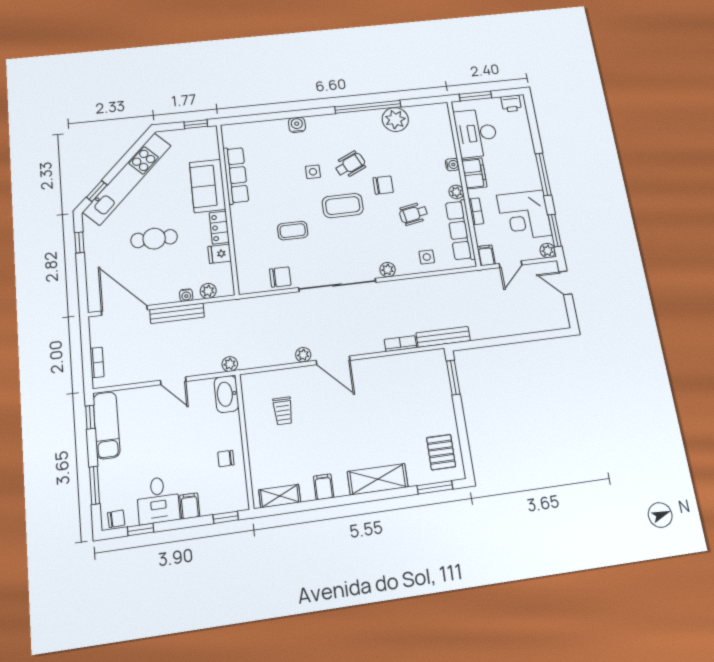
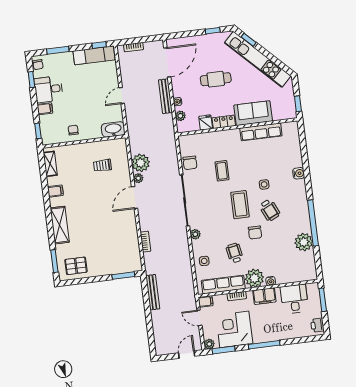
desk: (476, 133) -> (294, 299), width x0.73
plant: (456, 192) -> (254, 278), width x1.88, depth x1.88
cafe table: (154, 239) -> (216, 79), turned 90
bench: (443, 337) -> (153, 292), moved
plant: (230, 364) -> (141, 163), moved, width x1.87, depth x1.87

